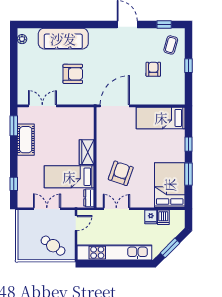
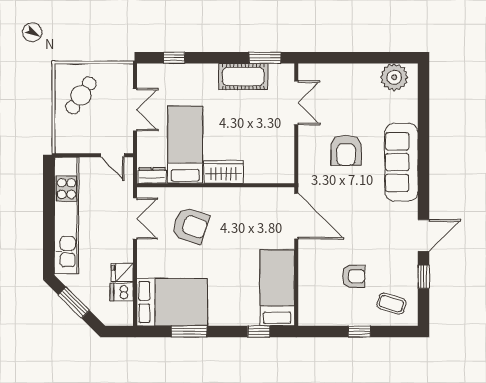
window: (164, 24) -> (424, 277), moved
plant: (22, 39) -> (394, 77), width x1.88, depth x1.88
sofa: (63, 39) -> (401, 162), moved
window: (188, 144) -> (259, 331), moved
cafe table: (53, 246) -> (81, 95), moved

